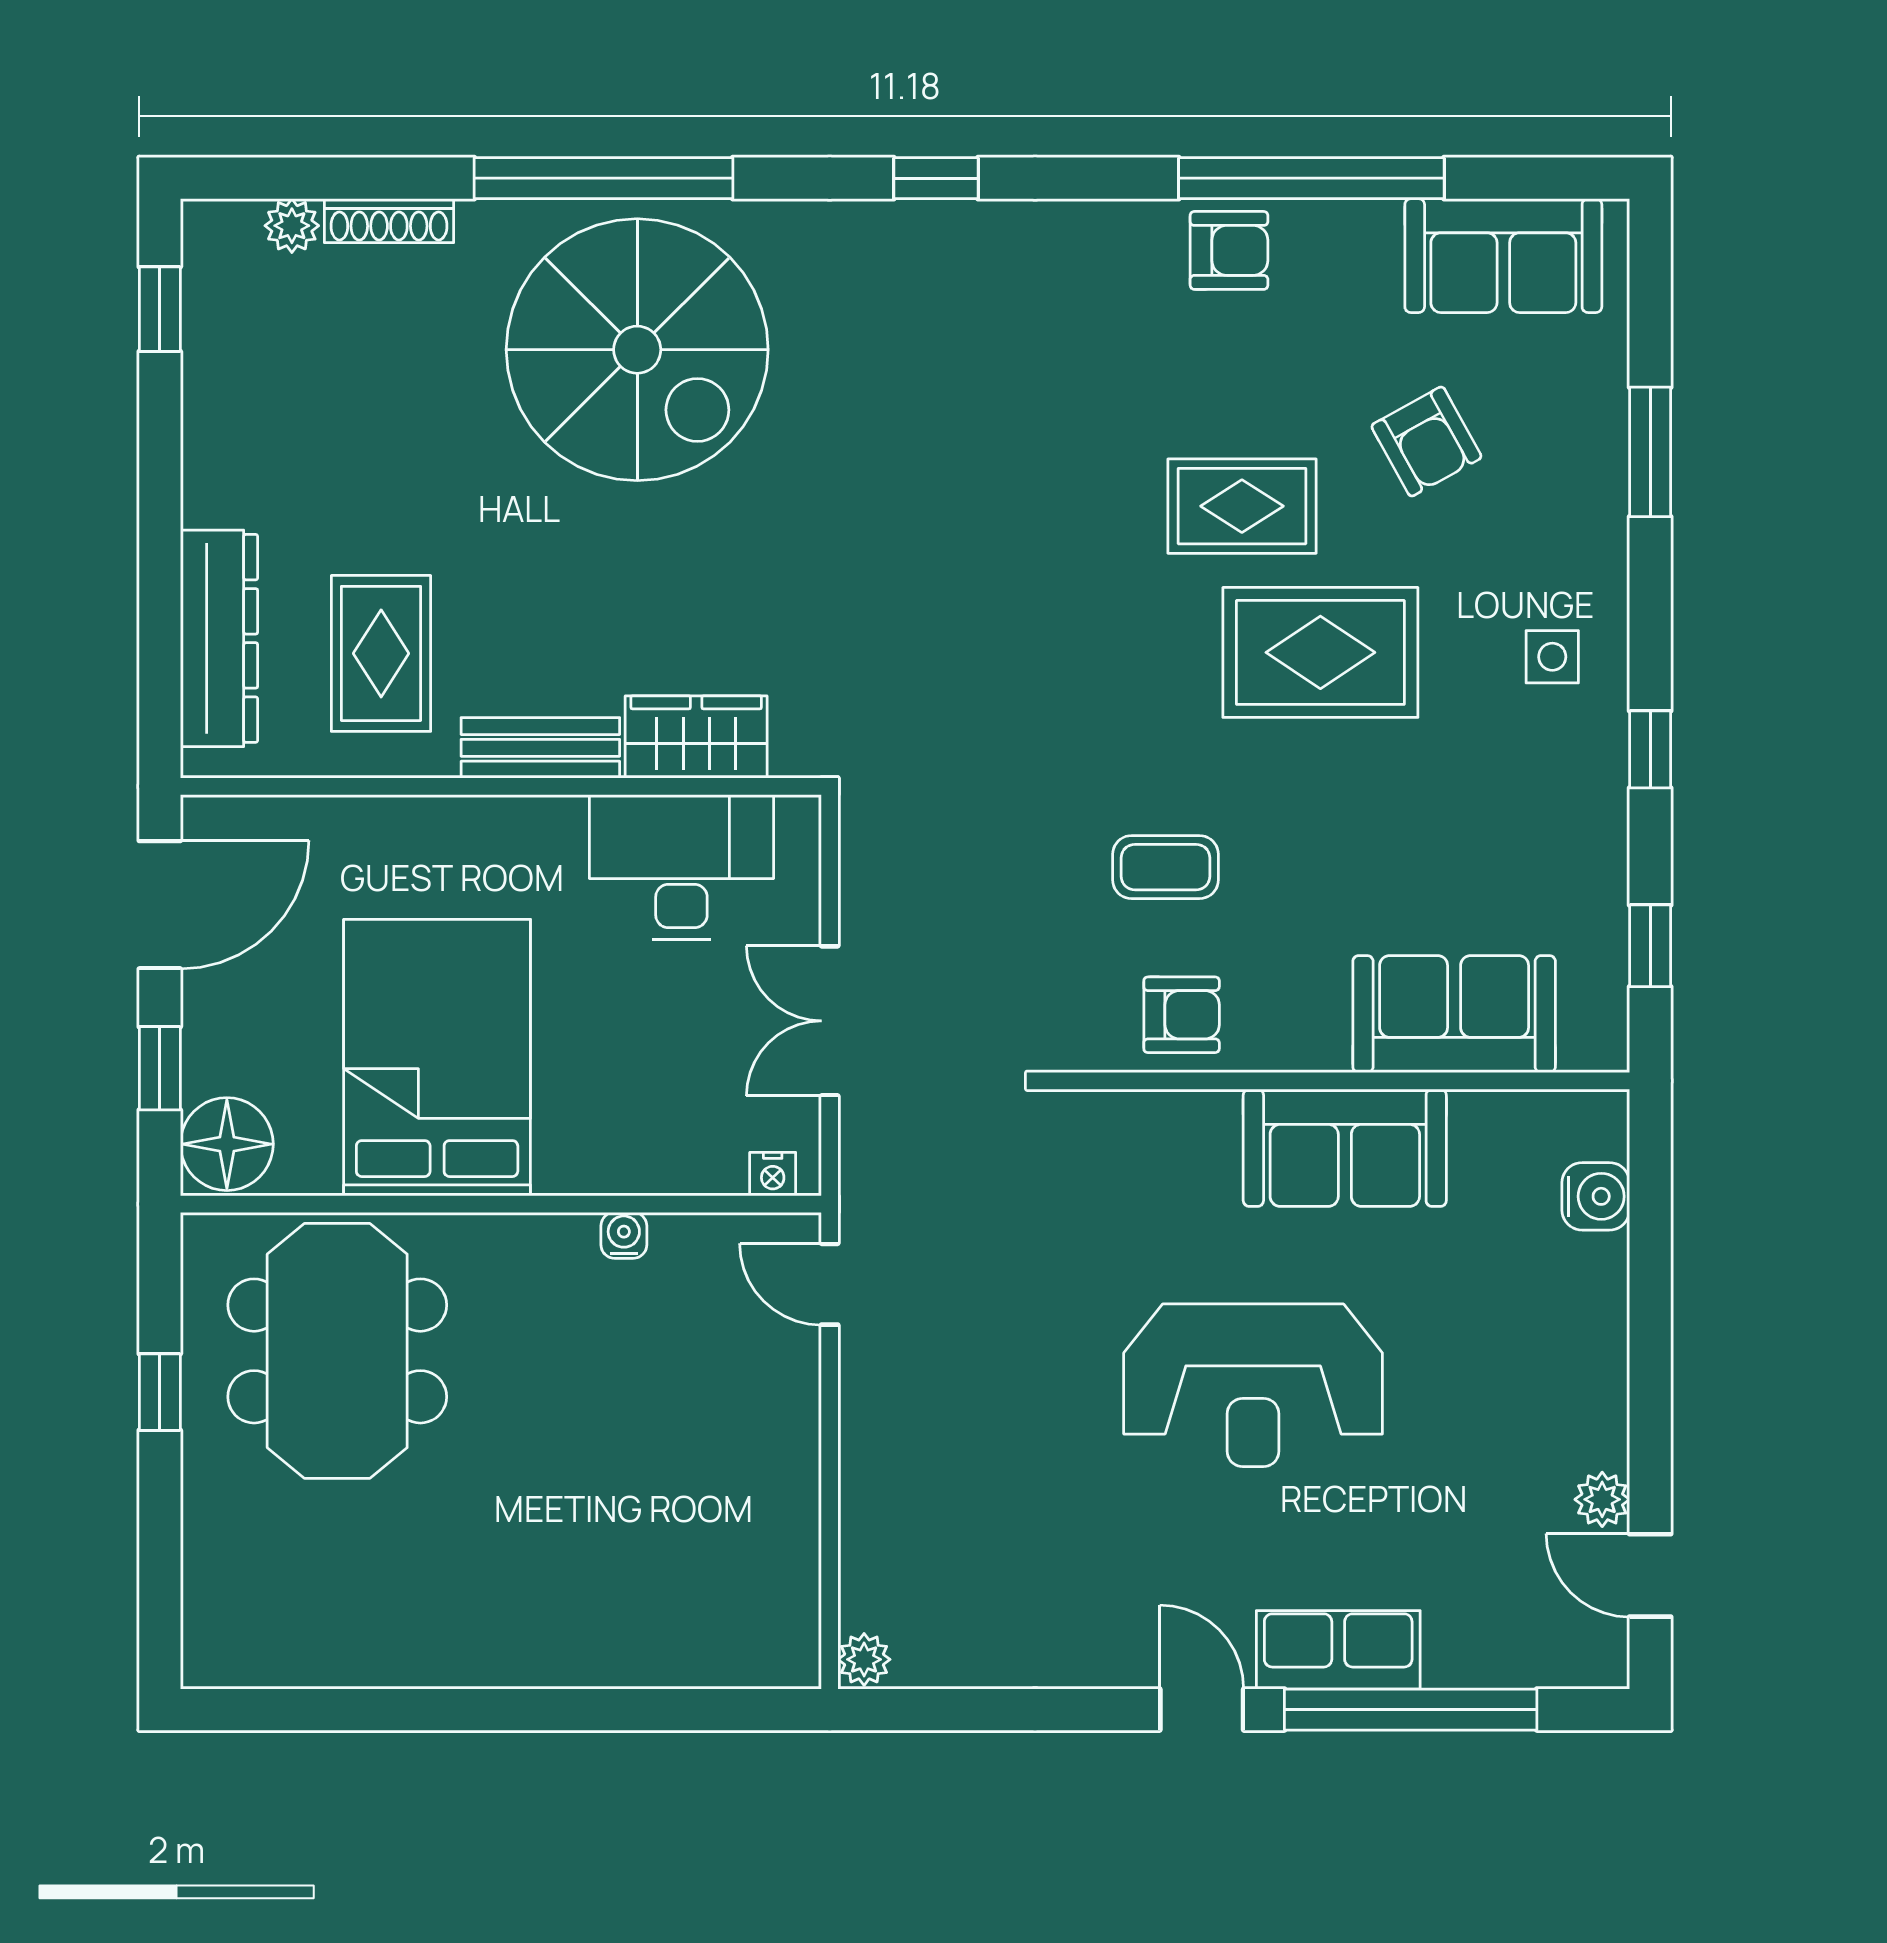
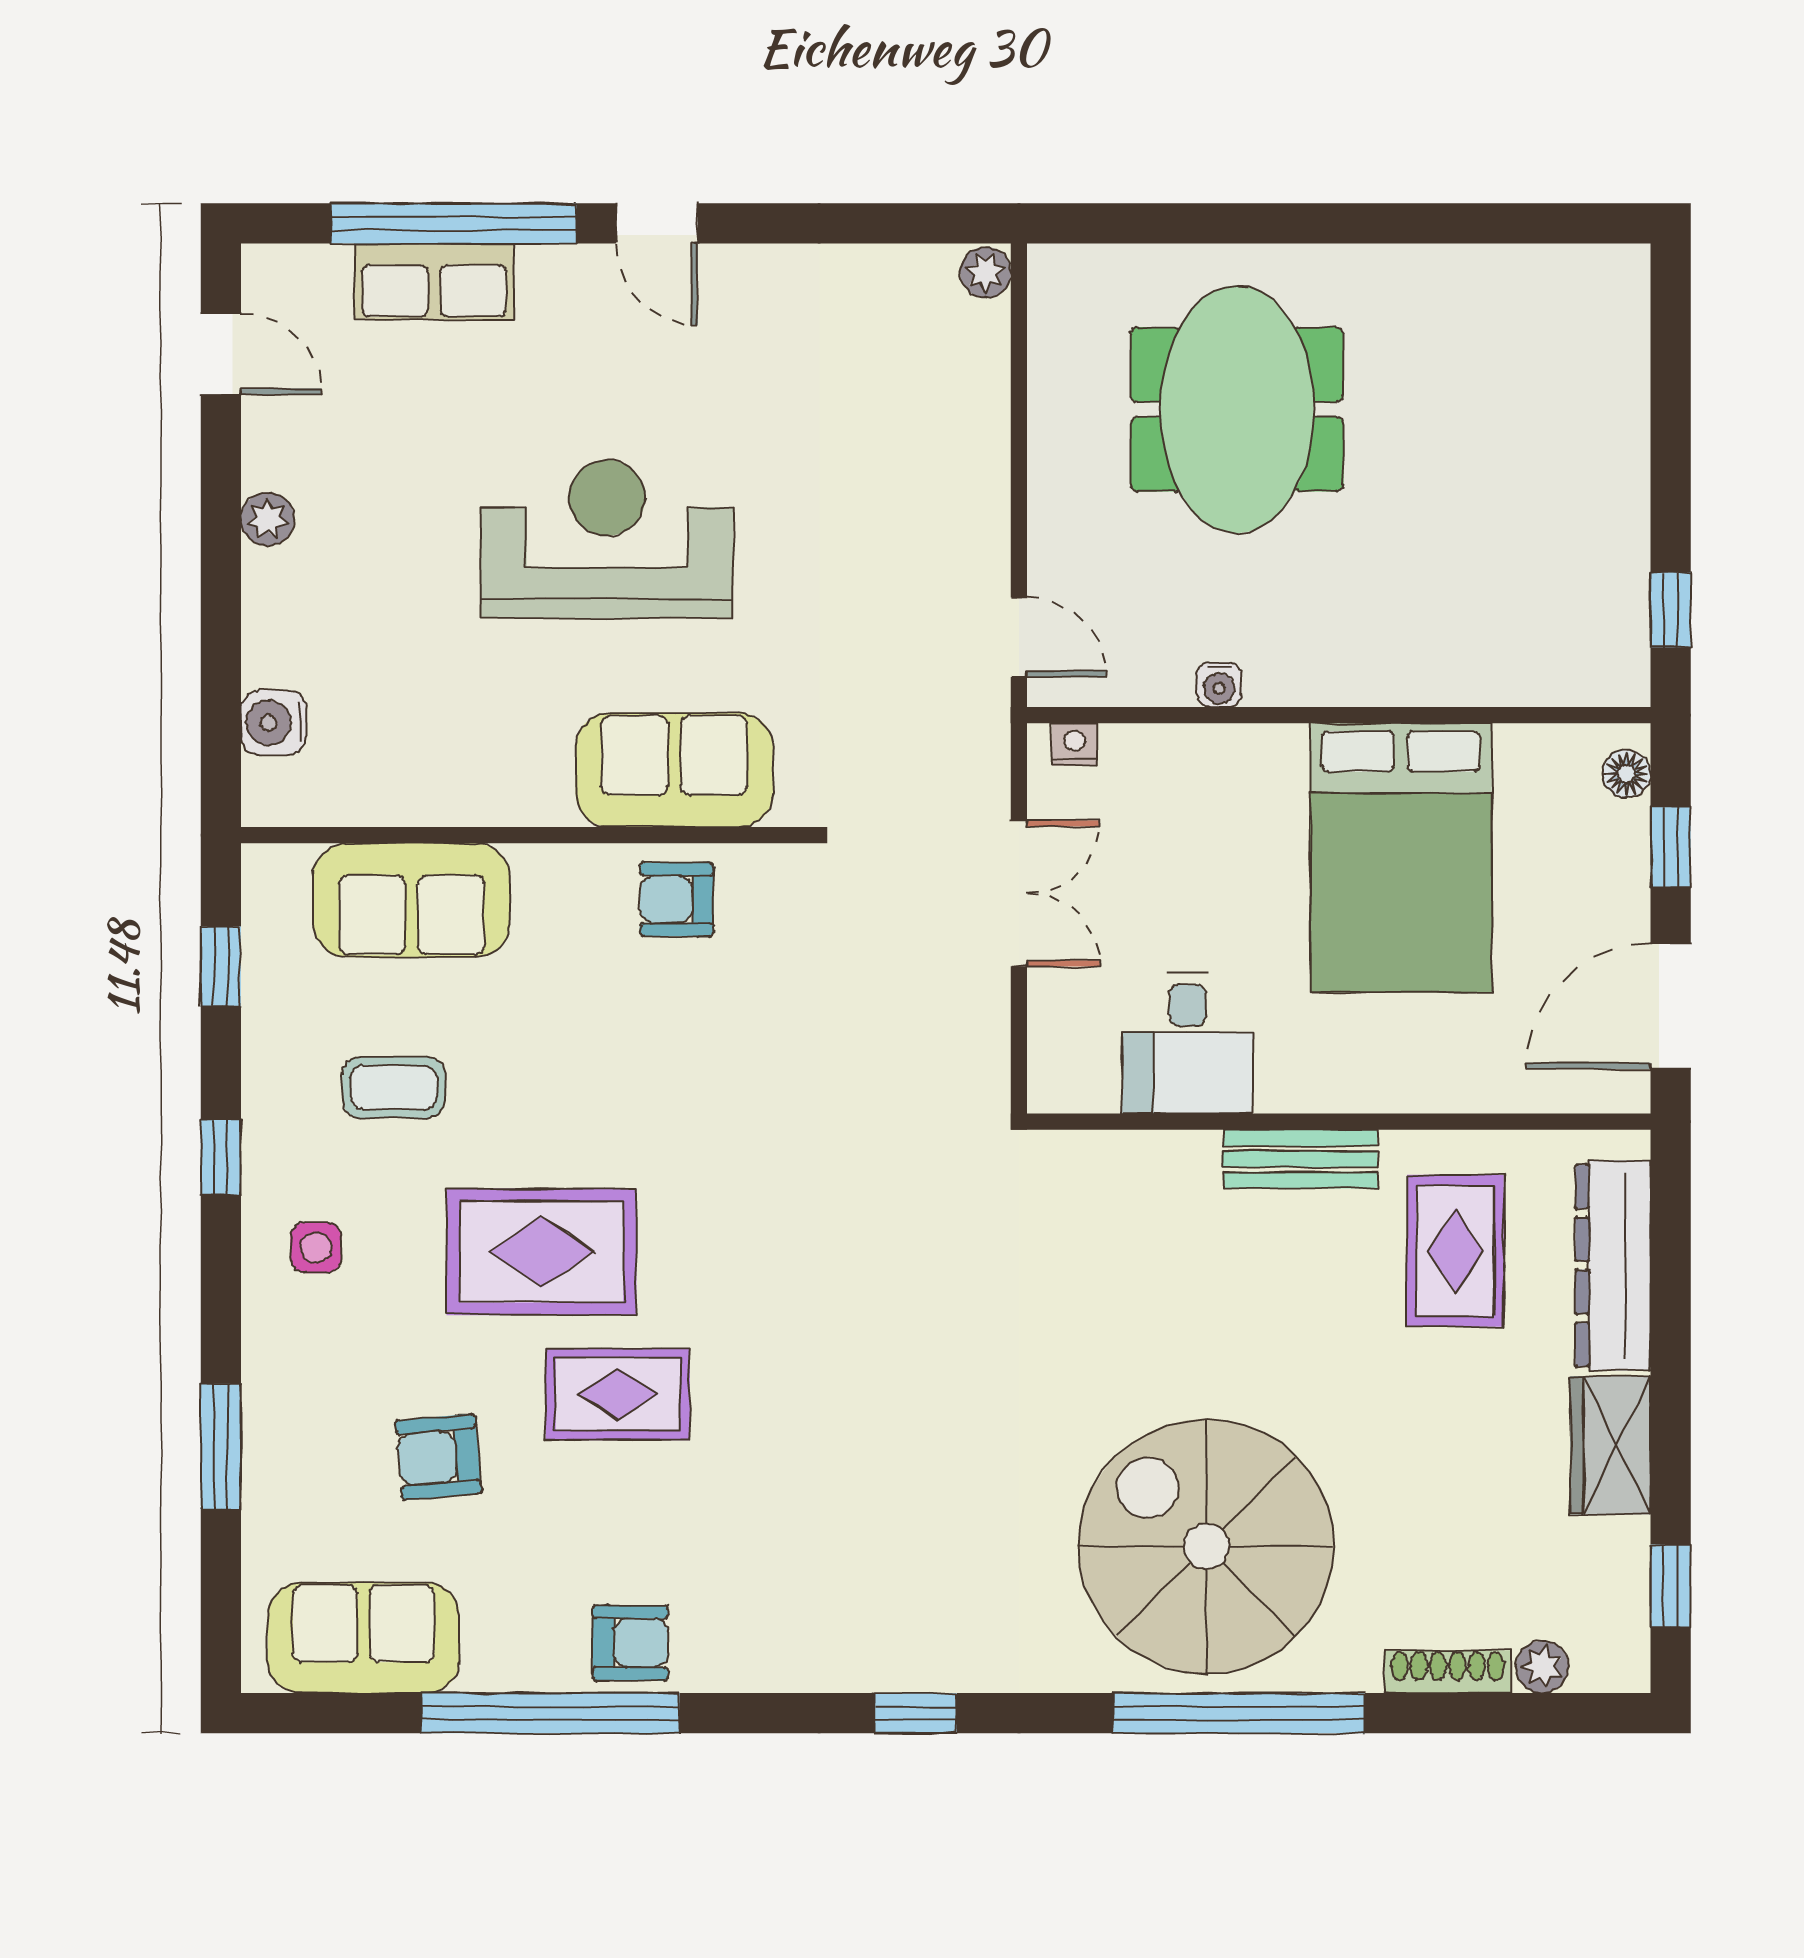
armchair: (1229, 250) -> (630, 1643), turned 180
armchair: (1426, 441) -> (438, 1457), turned -66
wardrobe: (696, 737) -> (1611, 1445), moved, turned 90
desk: (681, 867) -> (1188, 1043), width x0.73
coffee table: (1165, 867) -> (394, 1087), moved
floor lamp: (227, 1144) -> (1627, 774), width x0.53, depth x0.53
sofa: (1345, 1148) -> (674, 770), moved
meeting table: (337, 1351) -> (1237, 409), moved
window: (160, 1392) -> (1671, 610), moved
plant: (1602, 1499) -> (267, 519), moved
row of seats: (1338, 1650) -> (434, 282), moved

